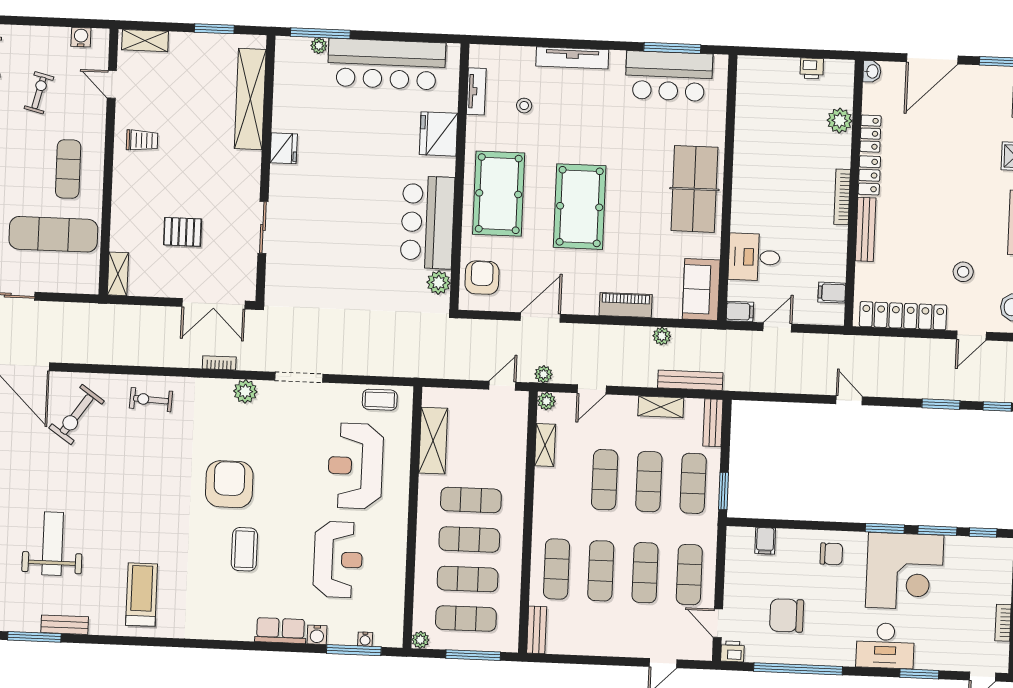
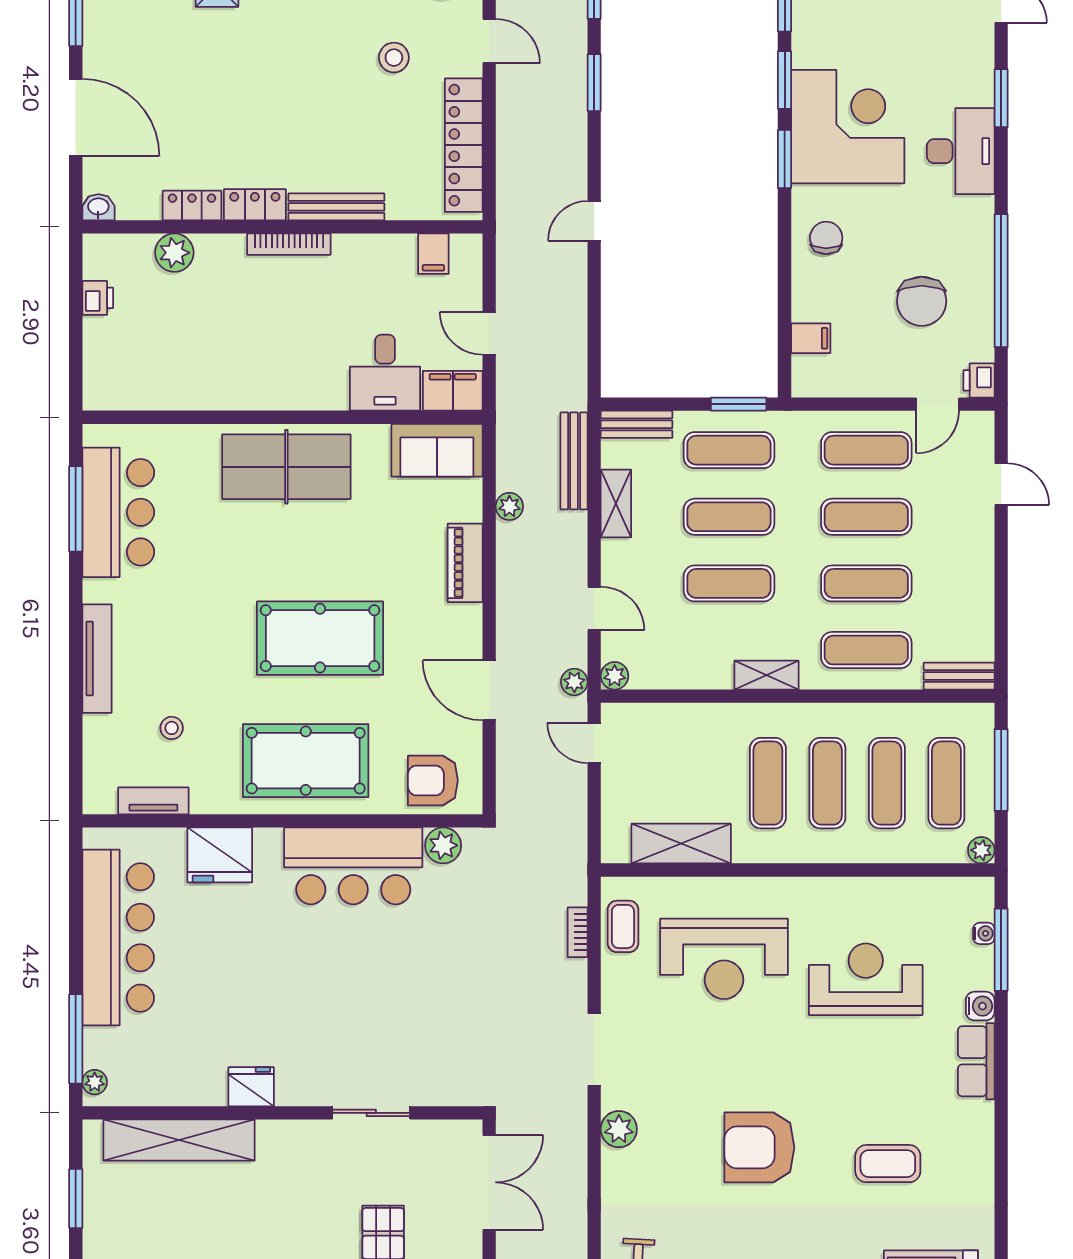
plant: (319, 46) -> (95, 1082), moved
filing cabinet: (740, 312) -> (453, 391), width x2.00
bookcase: (219, 363) -> (578, 932), moved
shelving: (545, 445) -> (766, 675), moved
coffee table: (244, 549) -> (888, 1164), moved

